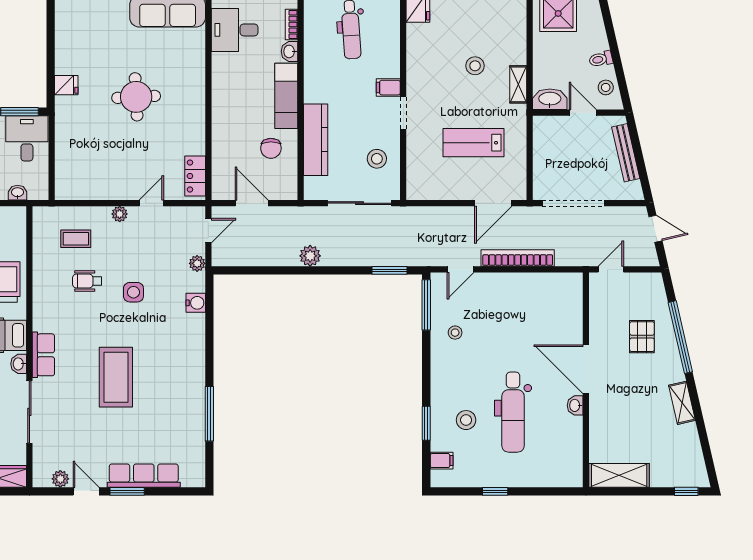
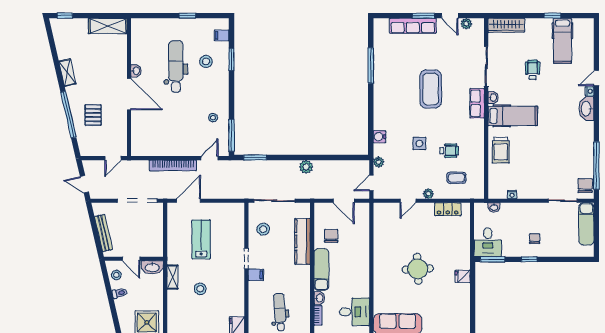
lab bench: (474, 143) -> (201, 239), turned -90
locker: (195, 176) -> (448, 209), moved, turned 90

